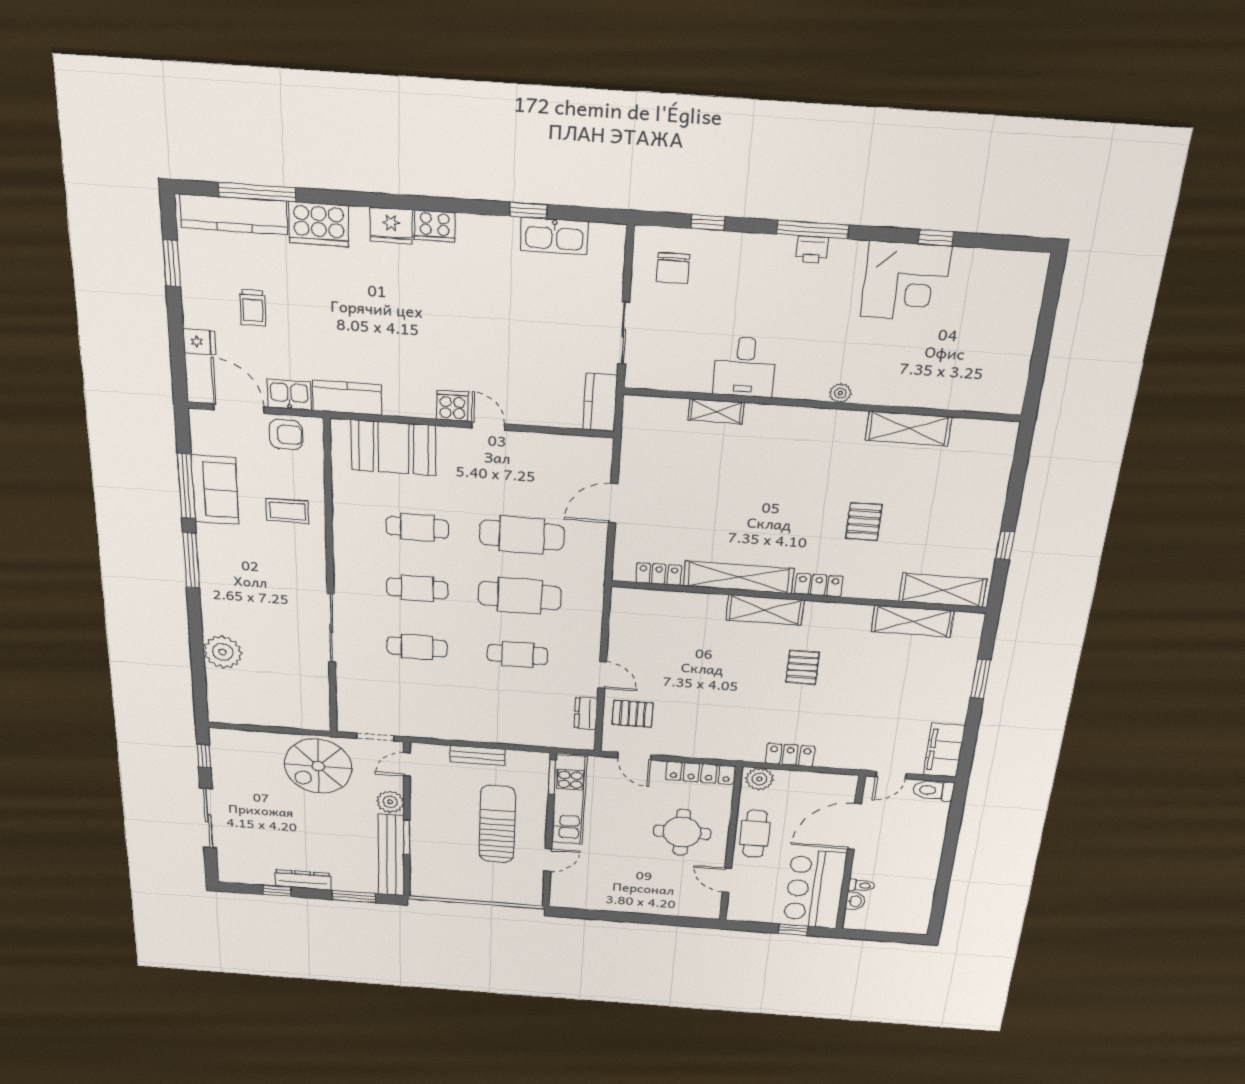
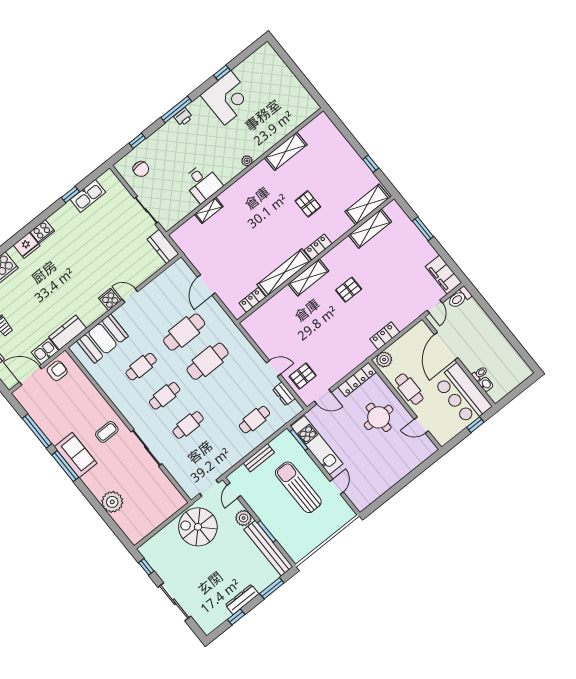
sofa: (215, 490) -> (76, 455), moved
coffee table: (287, 511) -> (107, 432), moved
cafe table: (518, 654) -> (254, 420), moved
pallet: (803, 667) -> (349, 290), turned 90
spiral stairs: (318, 766) -> (198, 527), turned 90

